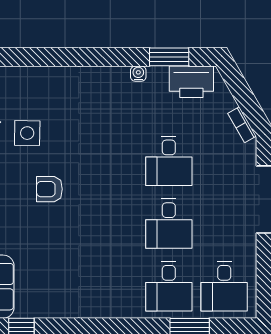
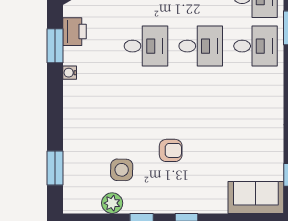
window: (29, 57) -> (55, 168), added
printer: (191, 82) -> (75, 32), width x0.73, depth x0.84
armchair: (49, 189) -> (171, 150), turned -90

